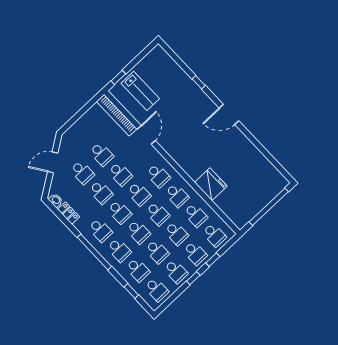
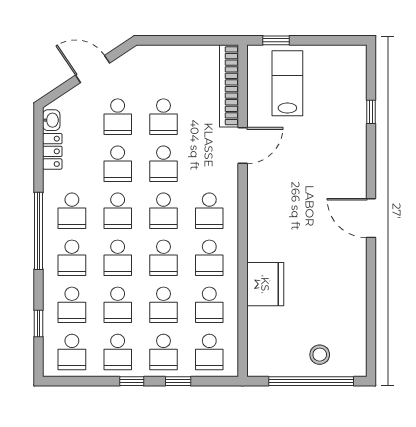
window: (199, 82) -> (371, 112), moved
lab bench: (140, 91) -> (287, 83), turned 180
stool: (262, 192) -> (320, 355), added

